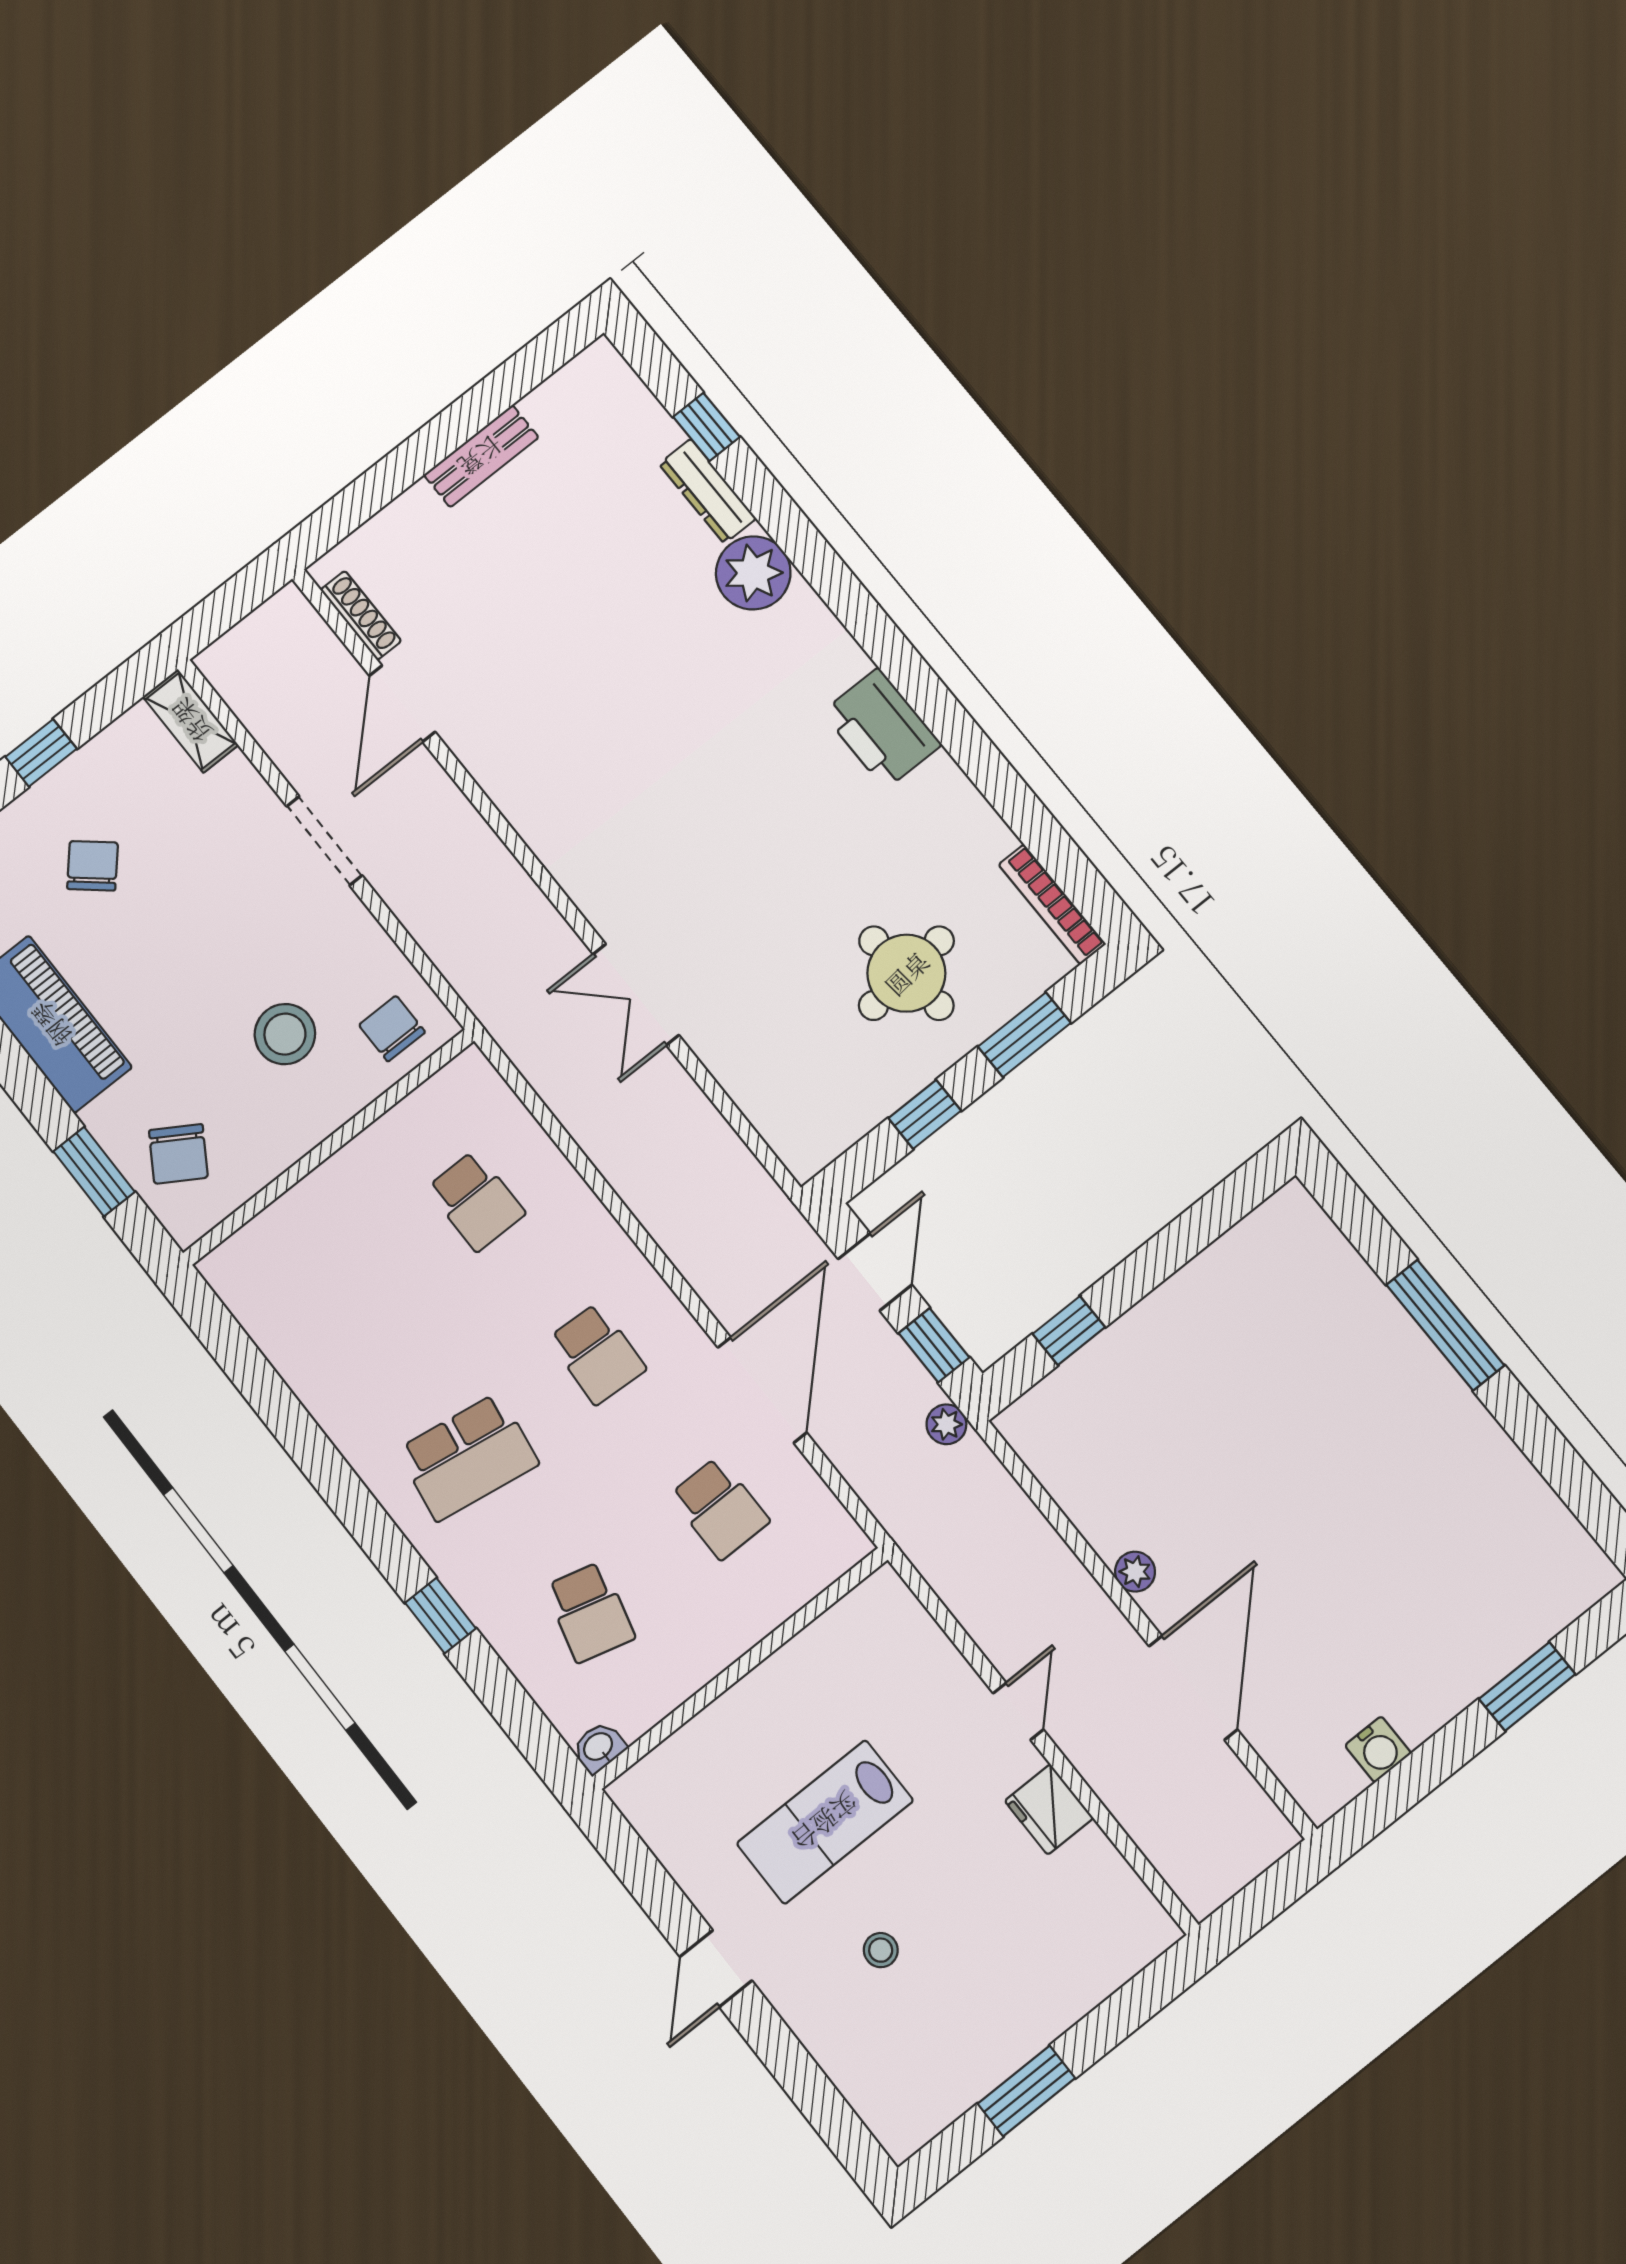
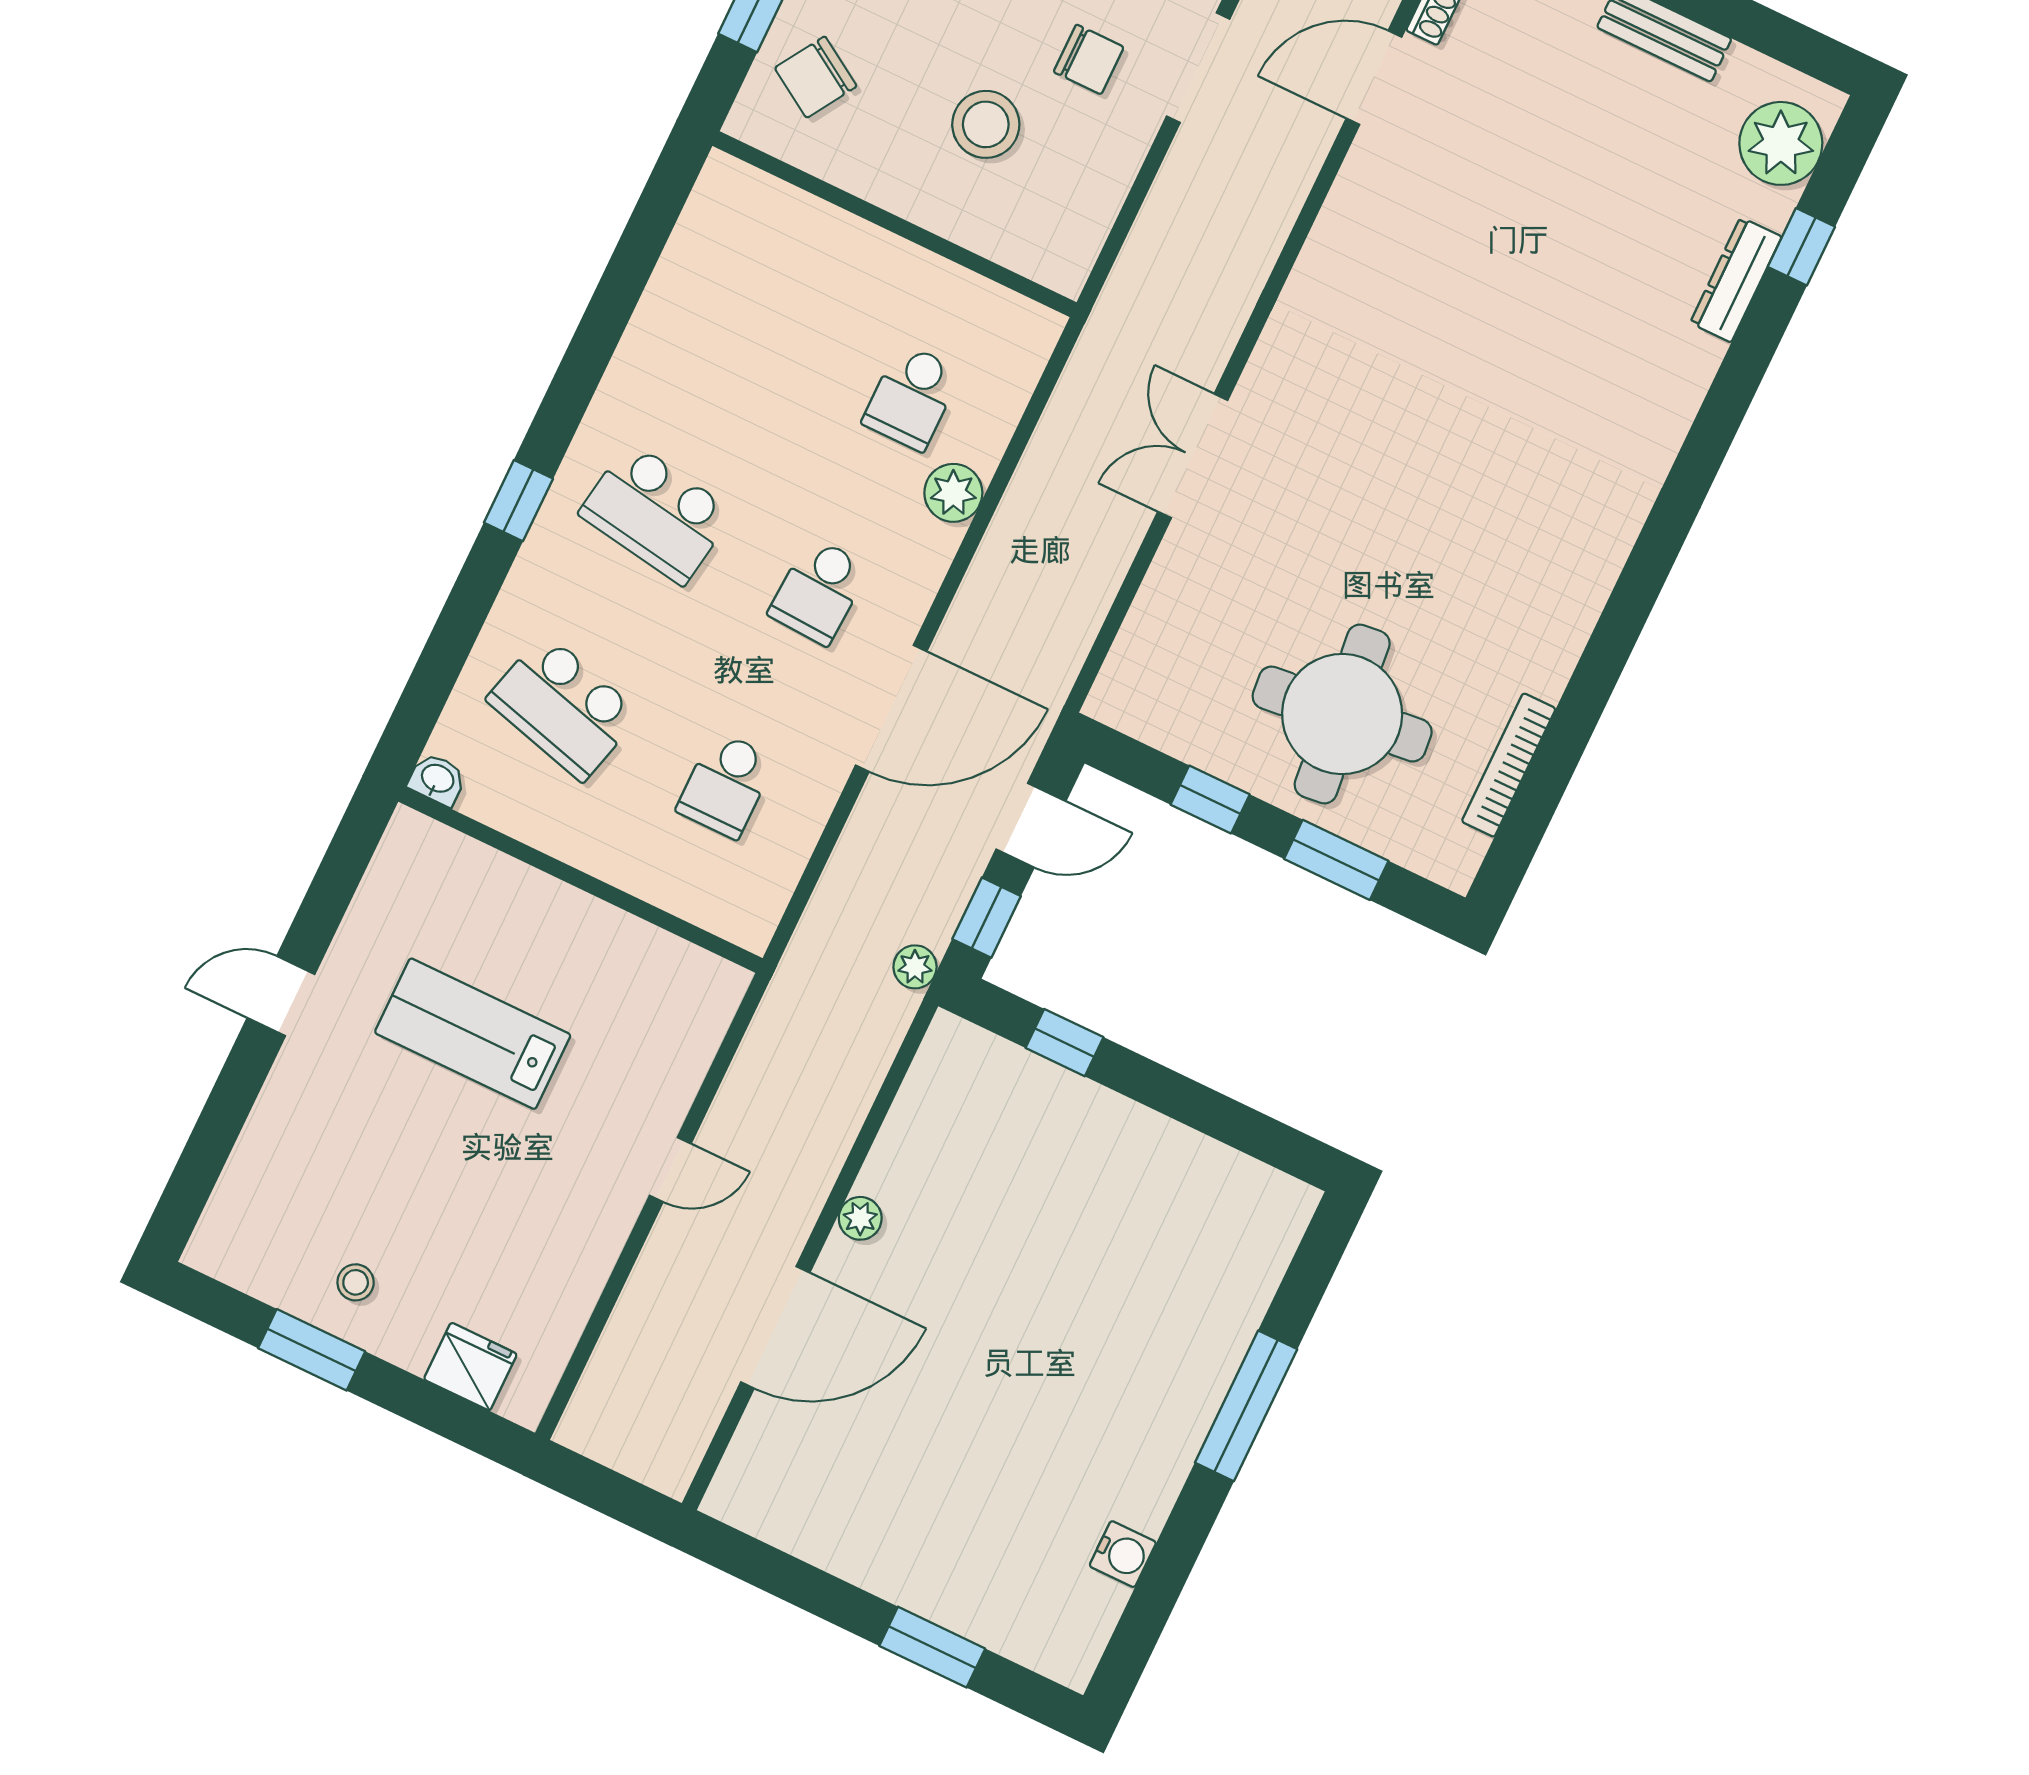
plant: (753, 573) -> (1781, 143), moved
printer: (882, 728) -> (1577, 572), removed
bookcase: (1052, 904) -> (1509, 765), moved
round table: (906, 973) -> (1342, 714), width x1.36, depth x1.36
chair: (392, 1029) -> (1089, 59), moved, turned 90
plant: (571, 1204) -> (953, 493), added
door: (762, 1390) -> (891, 708), moved
school desk: (590, 1612) -> (563, 707), width x1.85
window: (440, 1616) -> (518, 501), moved
water cooler: (1378, 1749) -> (1123, 1554), moved, turned -90
fridge: (1049, 1809) -> (470, 1367), moved, turned 90
stool: (881, 1950) -> (356, 1282), moved

